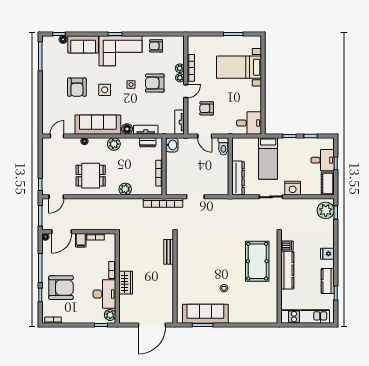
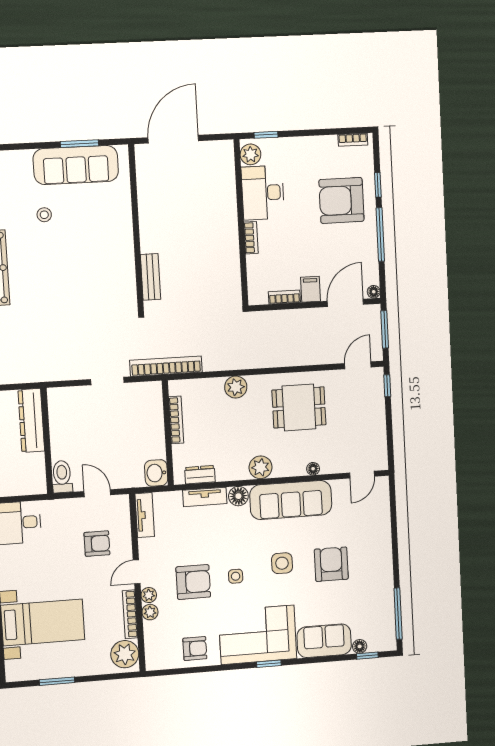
plant: (195, 46) -> (125, 654), added
wardrobe: (126, 283) -> (225, 216), removed

